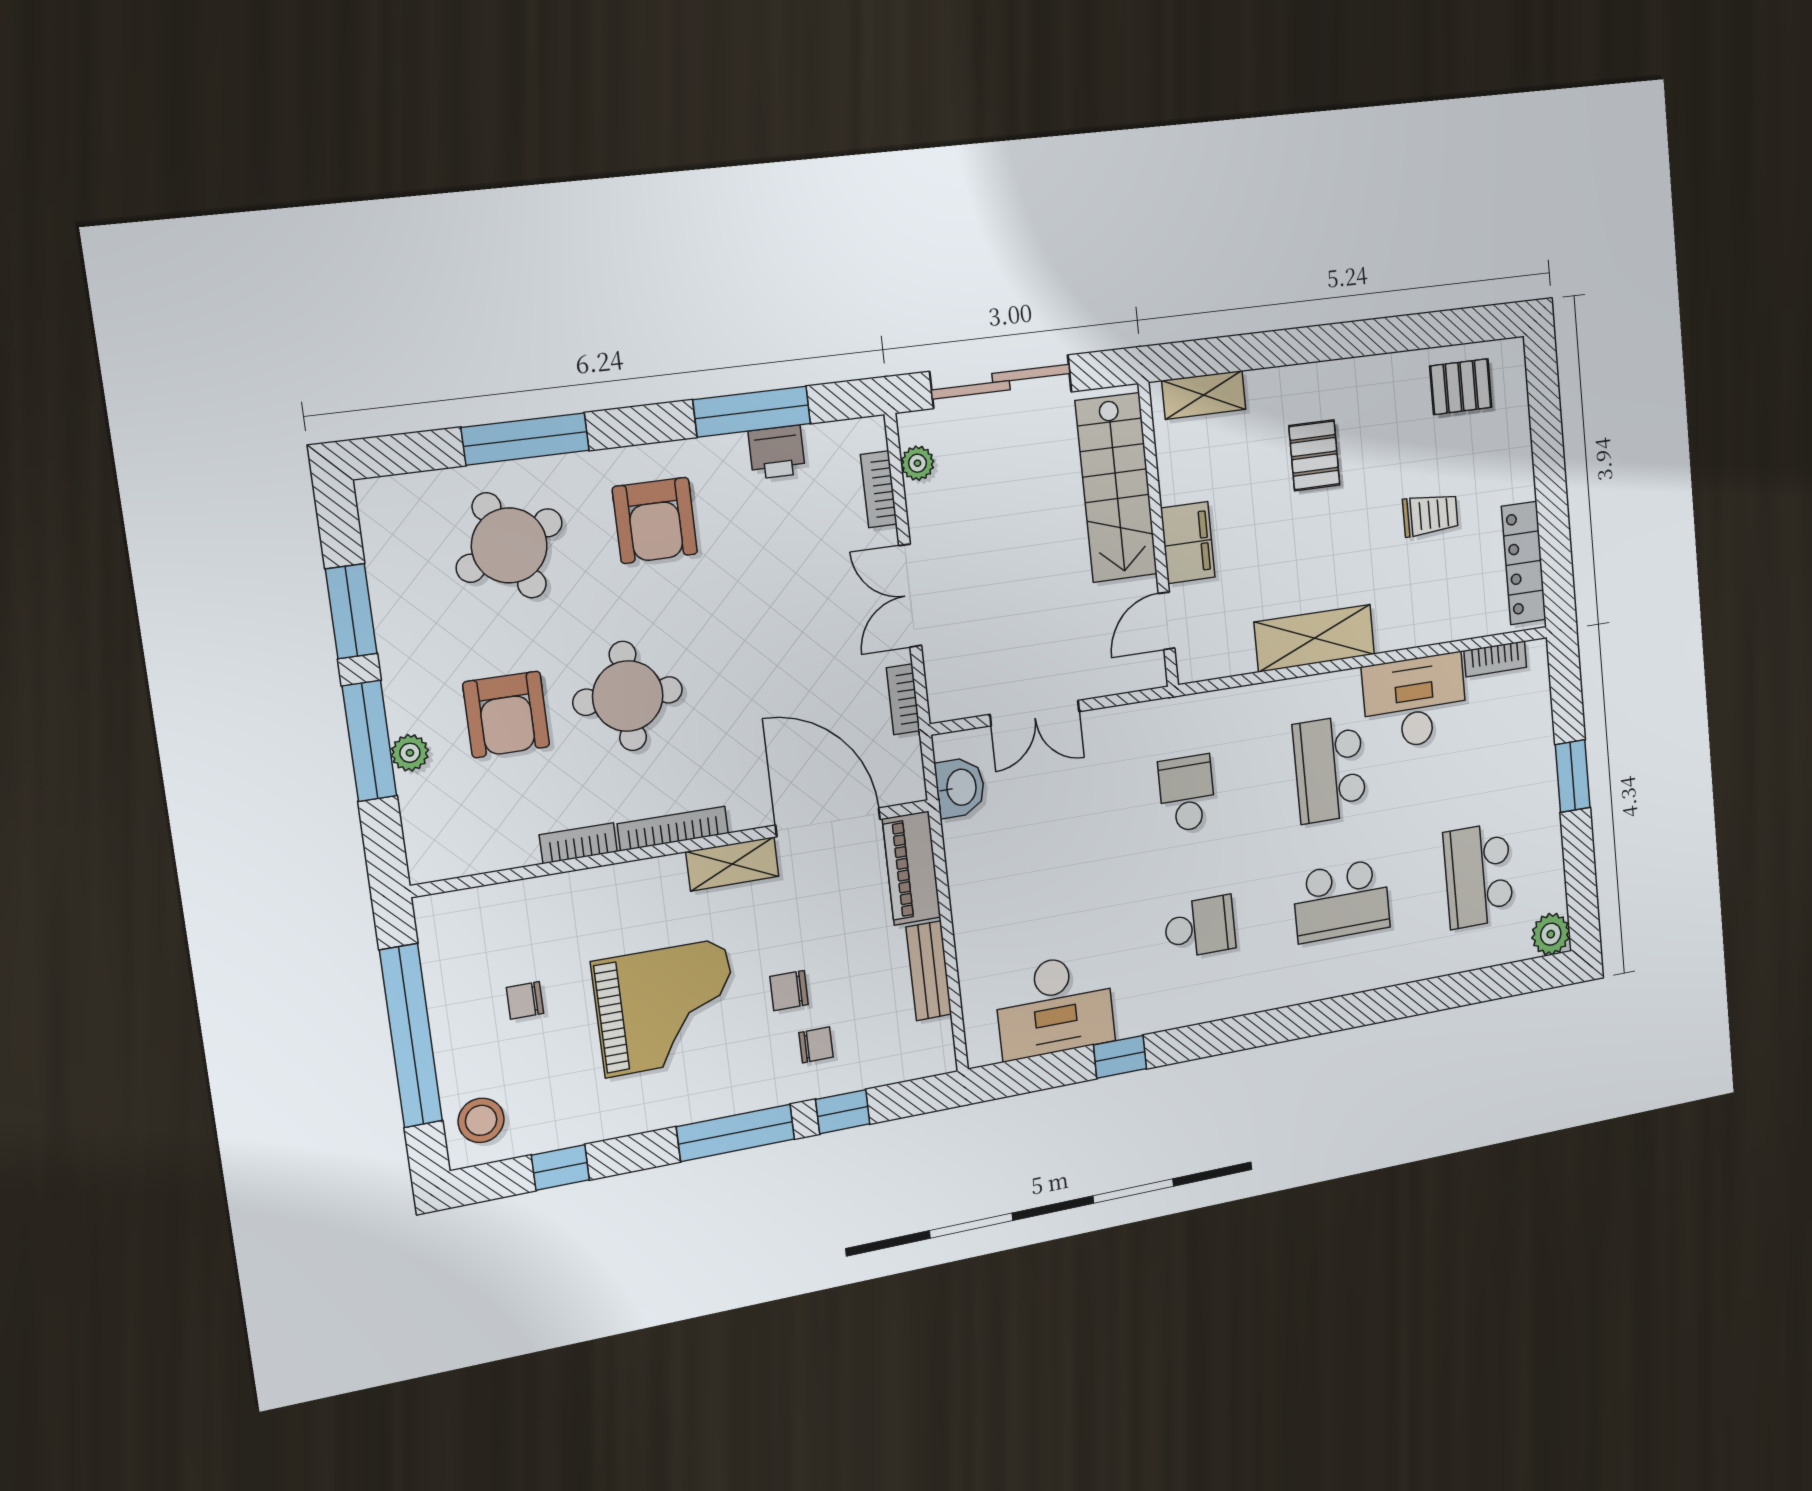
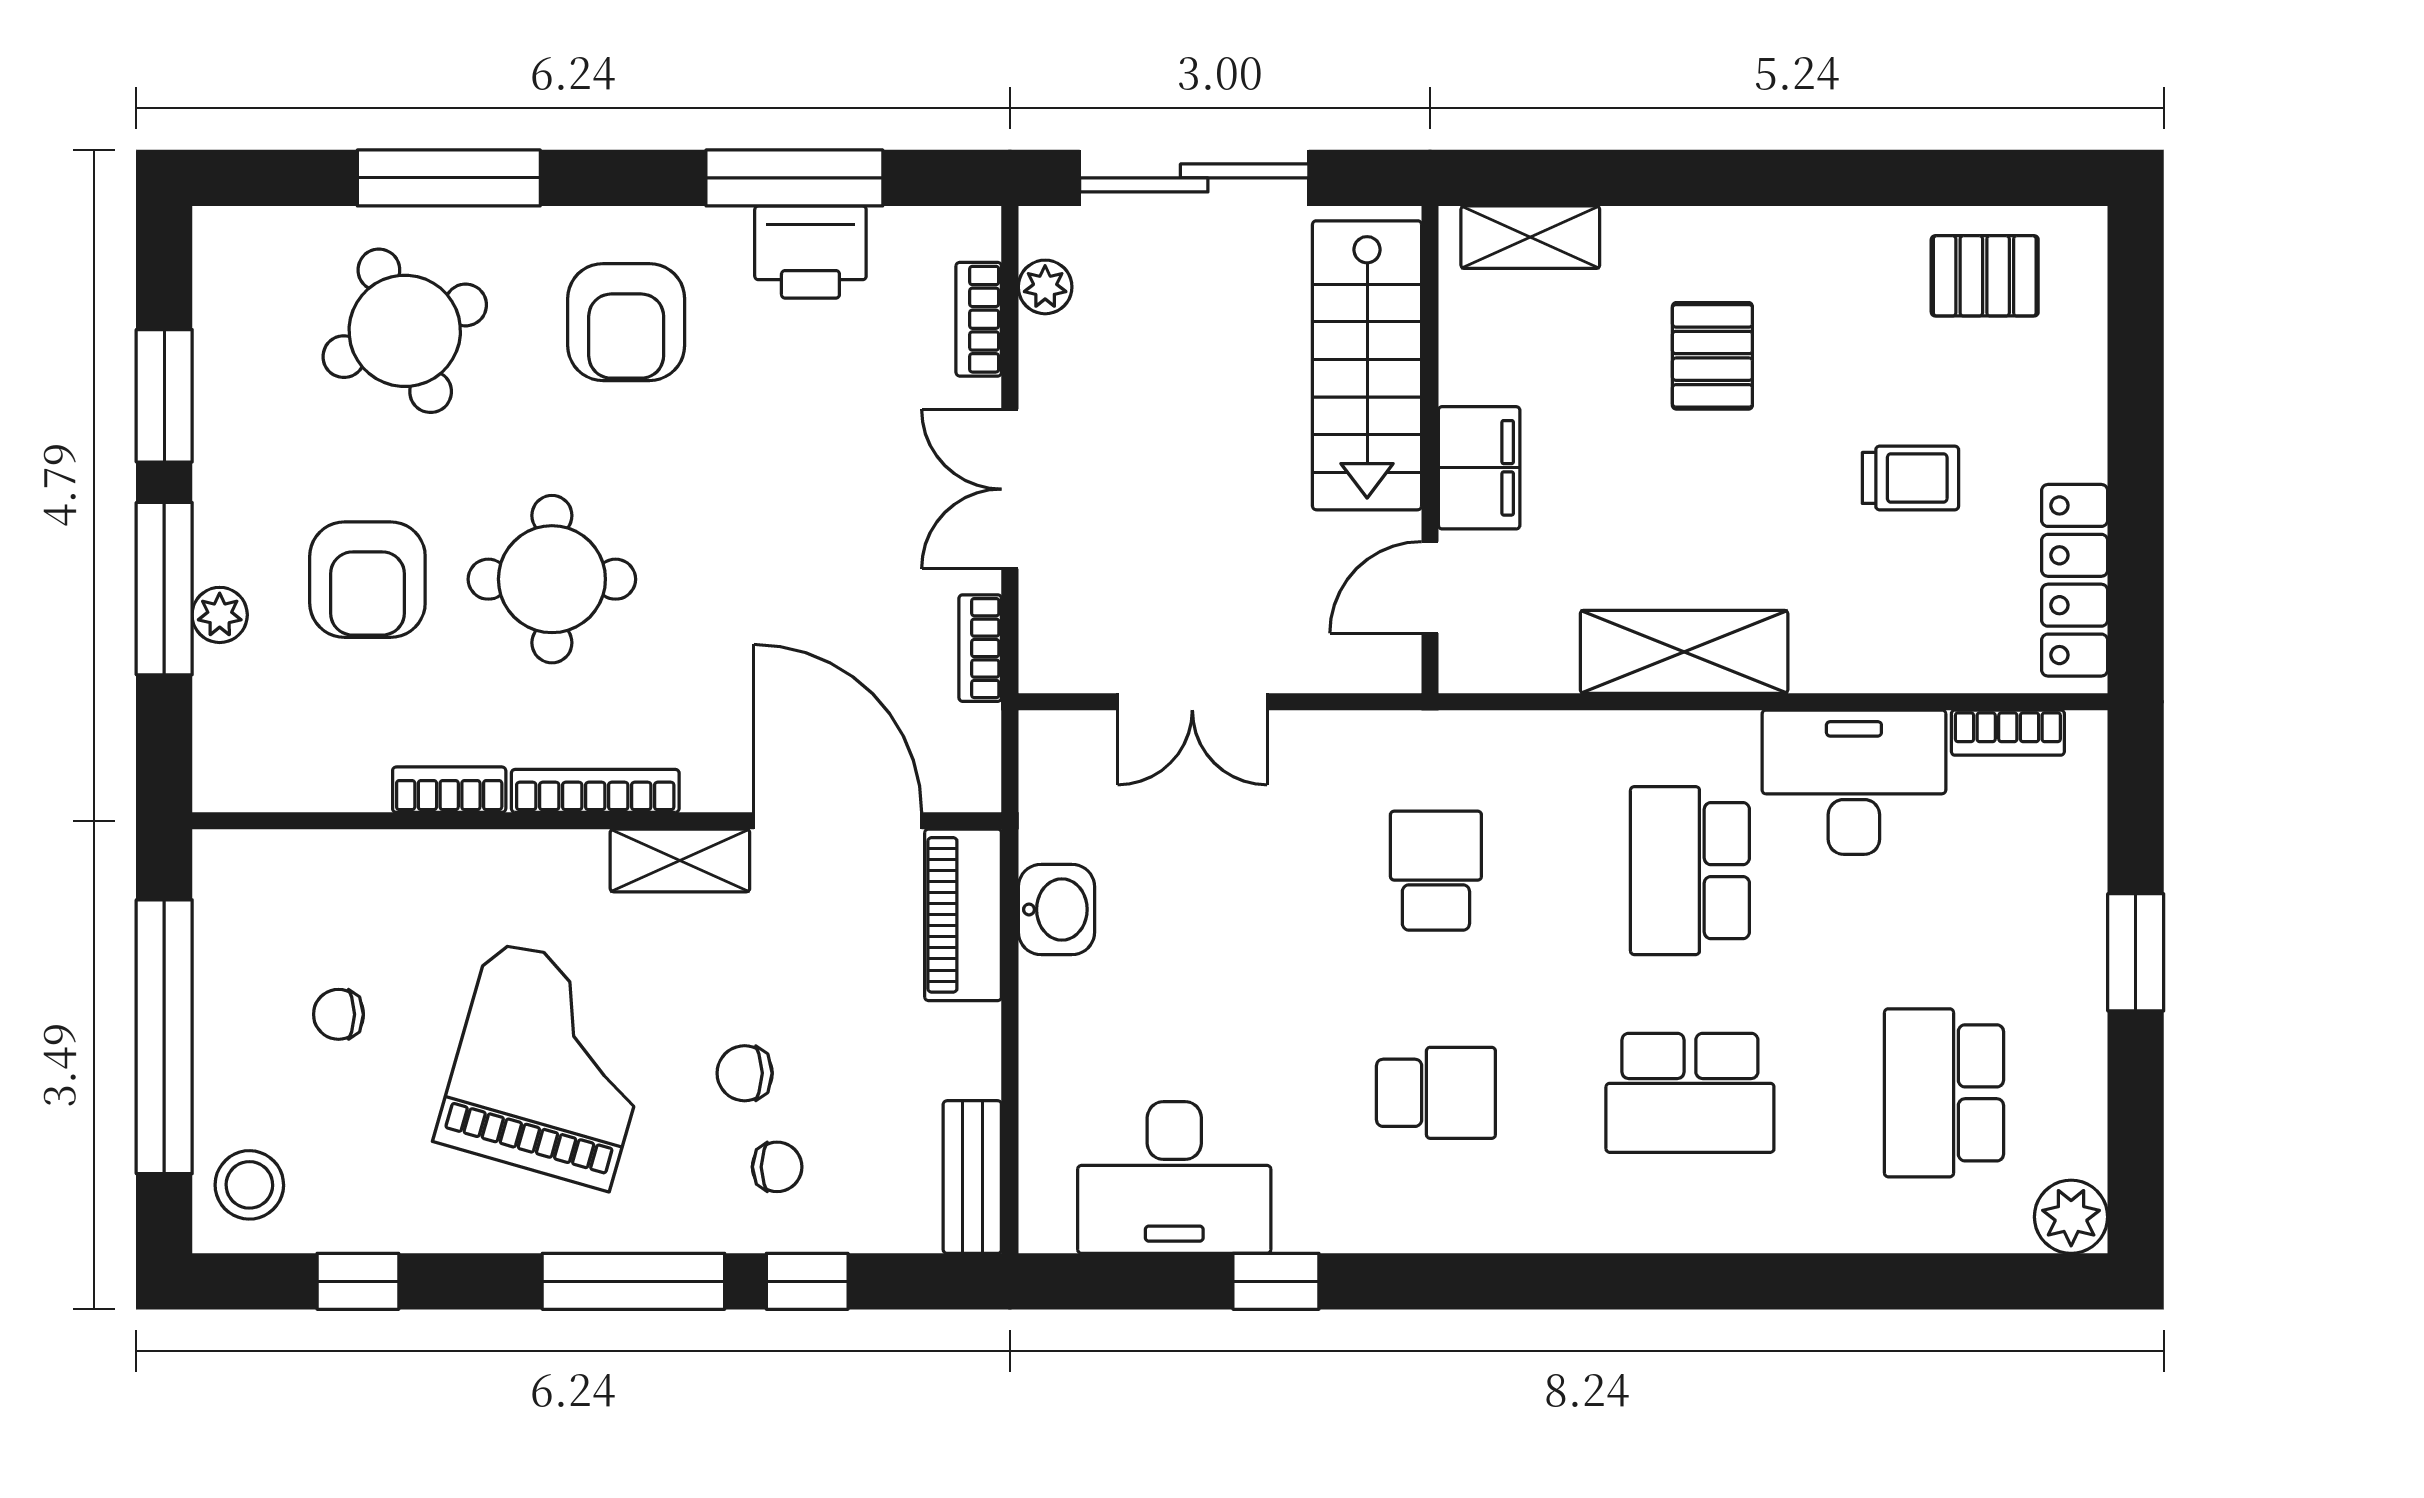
printer: (777, 452) -> (810, 252), width x1.36, depth x1.24
washbasin: (960, 787) -> (1057, 909), moved
bench: (929, 971) -> (972, 1177), moved
grand piano: (666, 1008) -> (550, 1065), turned -74

